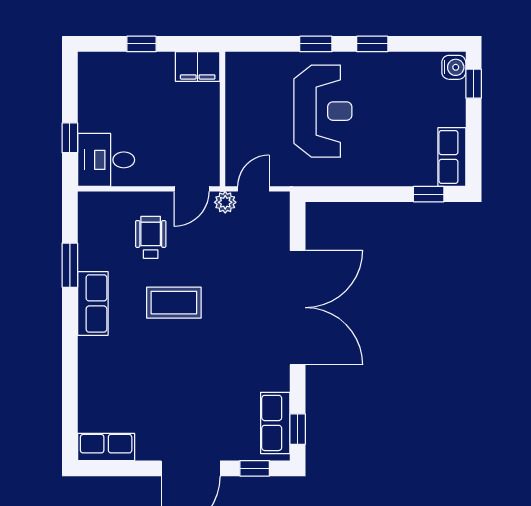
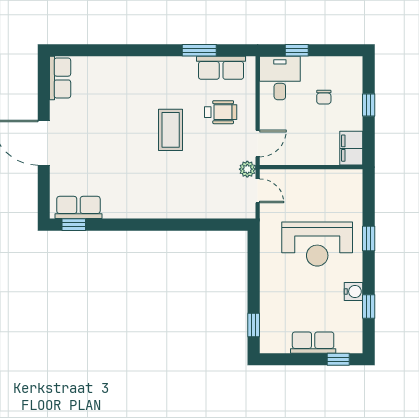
window: (372, 44) -> (369, 306), moved
water cooler: (454, 67) -> (353, 291), moved, turned -90
chair: (131, 102) -> (324, 97), added
row of seats: (452, 157) -> (313, 343), moved
door: (192, 189) -> (258, 143), swing flipped
row of seats: (93, 303) -> (221, 68), moved
double door: (298, 308) -> (167, 225), removed
window: (255, 468) -> (44, 192), removed

